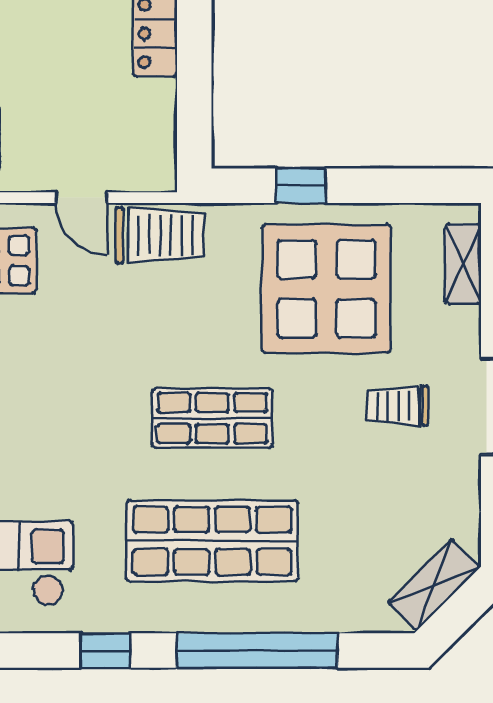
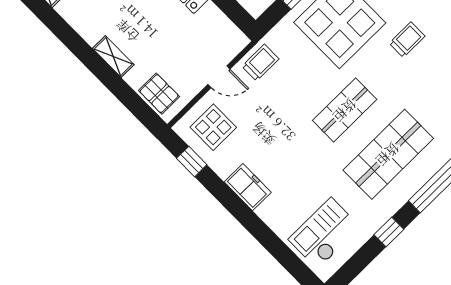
trolley: (160, 235) -> (260, 63), width x0.73, depth x0.72
trolley: (397, 406) -> (407, 40), turned 180

